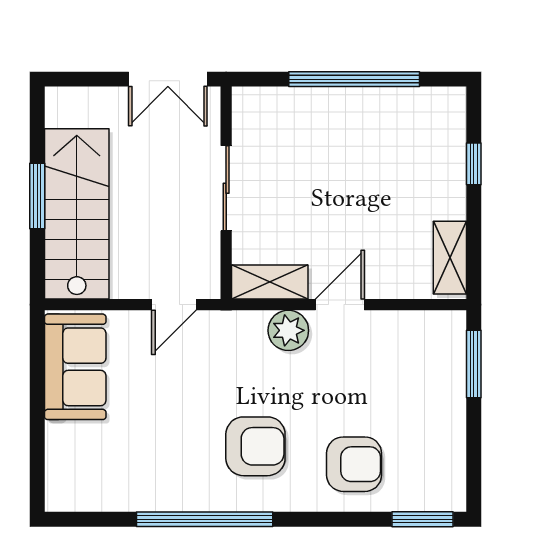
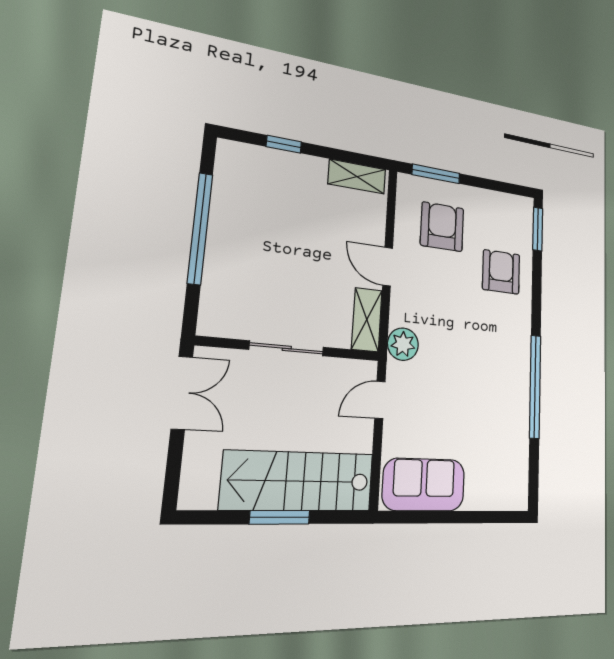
door: (174, 305) -> (380, 400), swing flipped
plant: (288, 330) -> (403, 344), moved
armchair: (255, 446) -> (442, 227), moved

